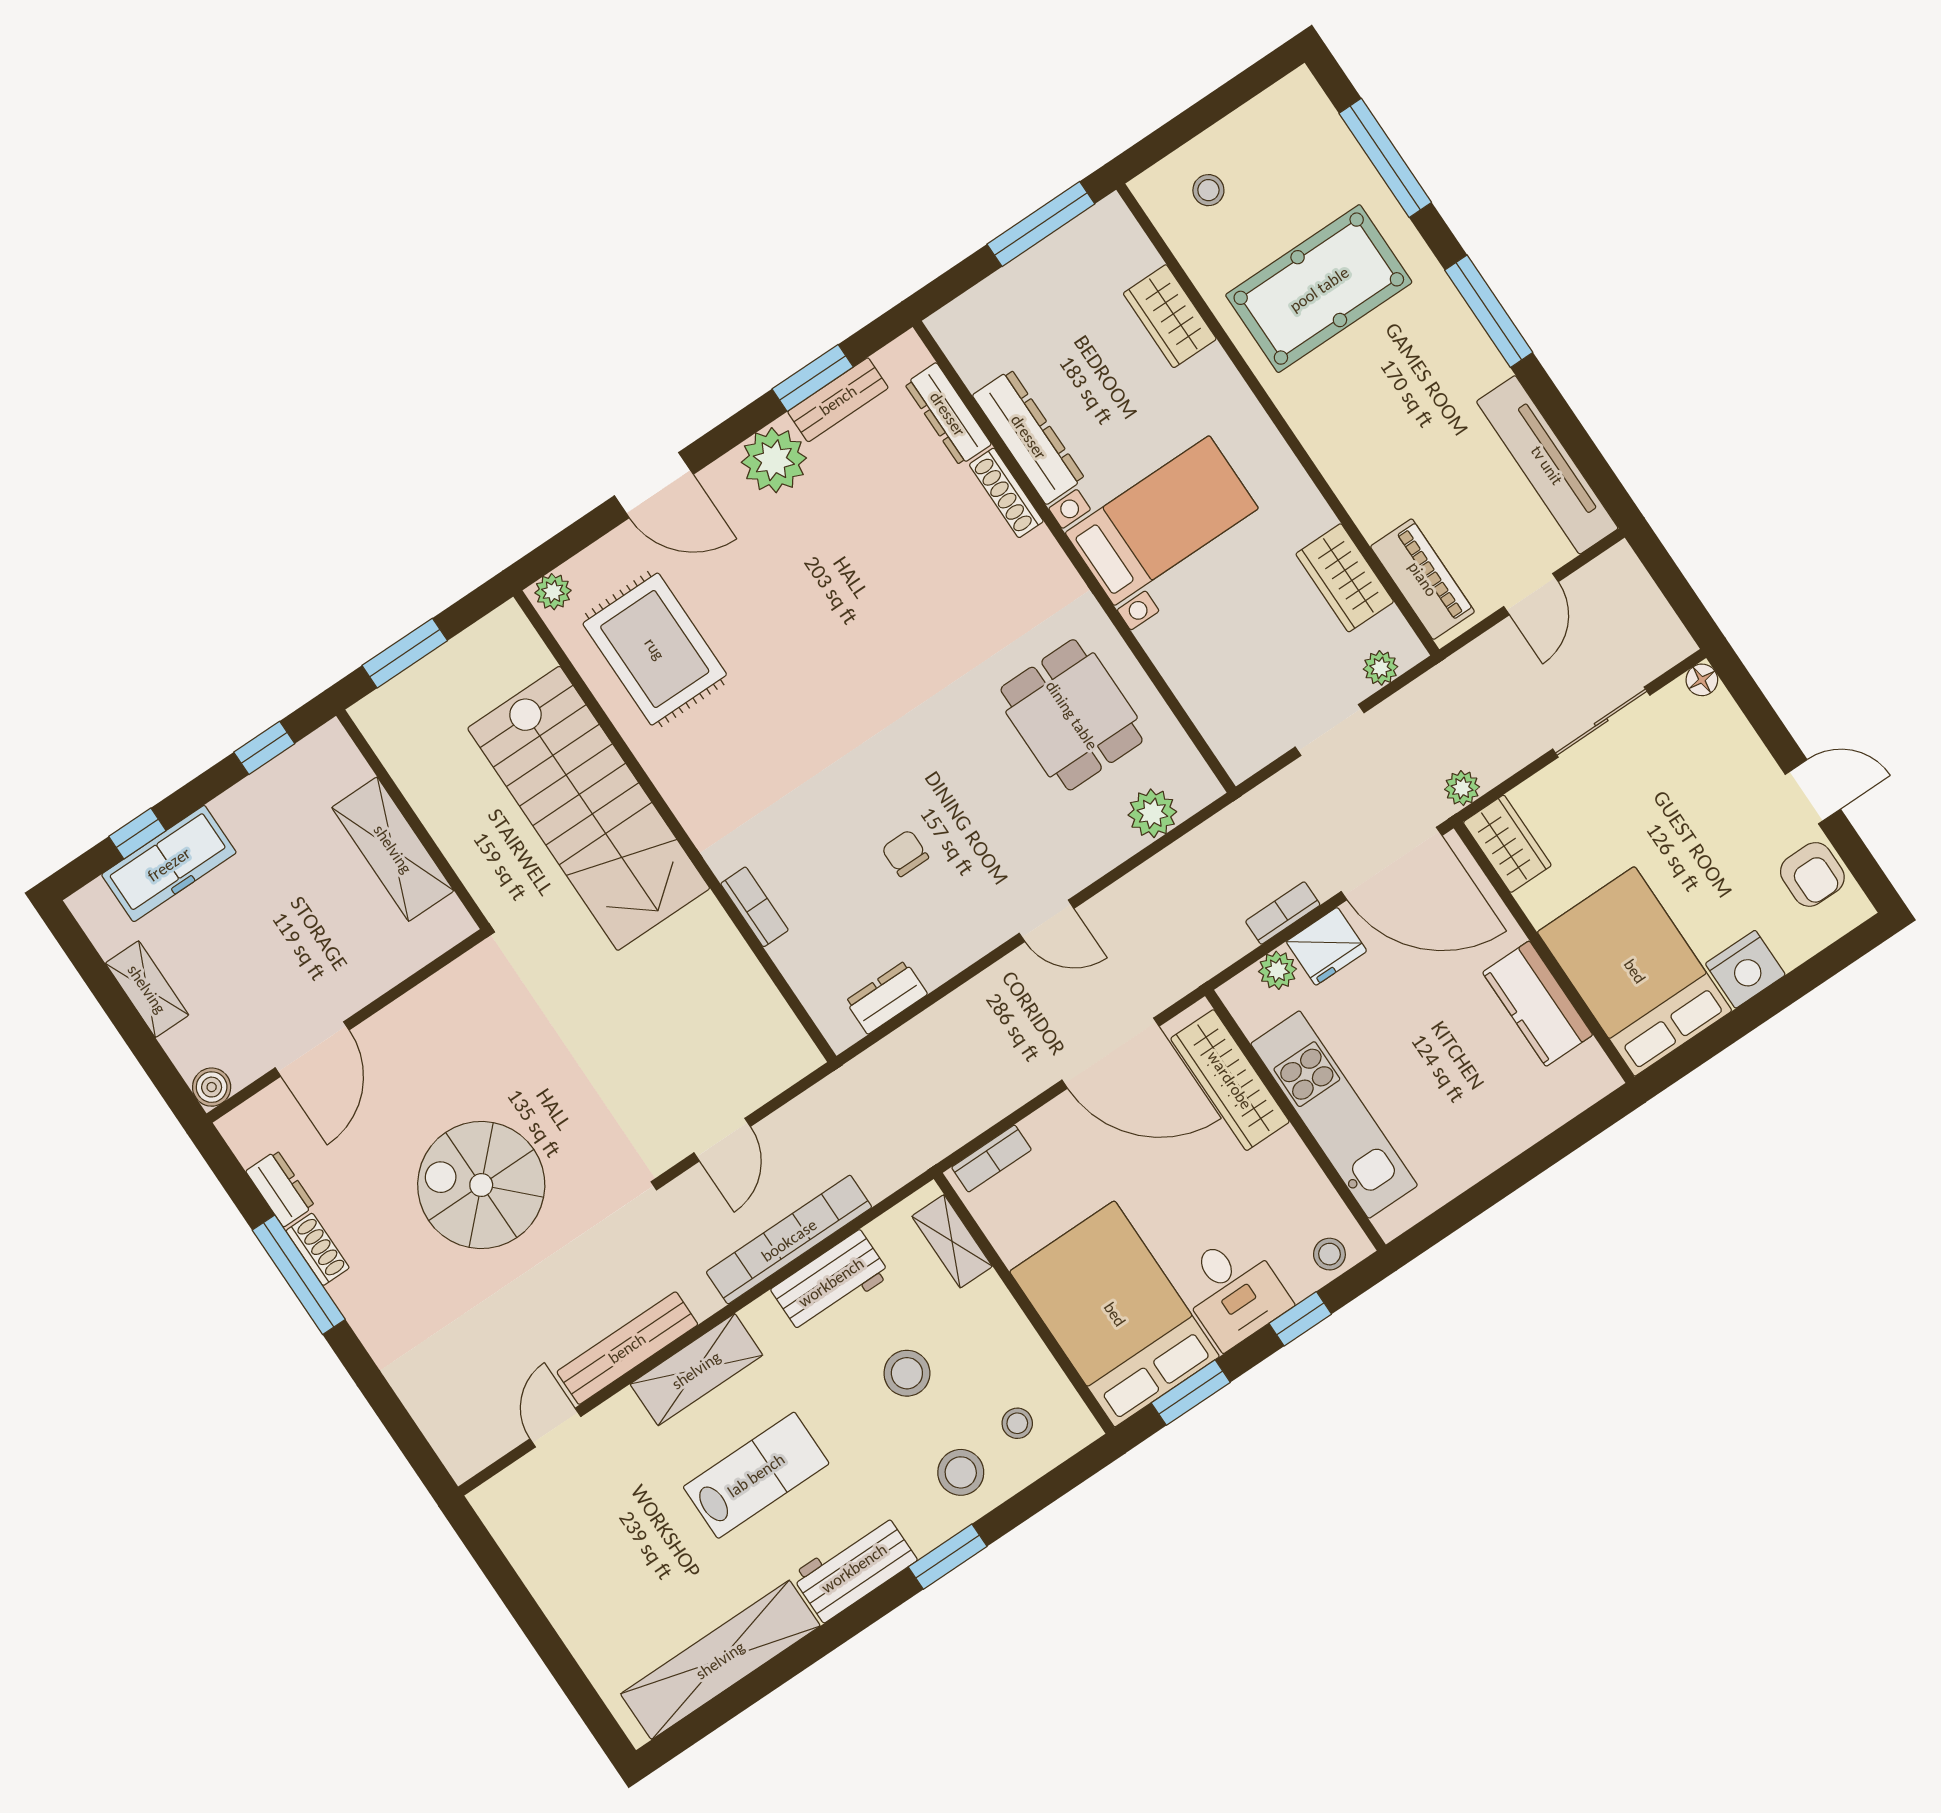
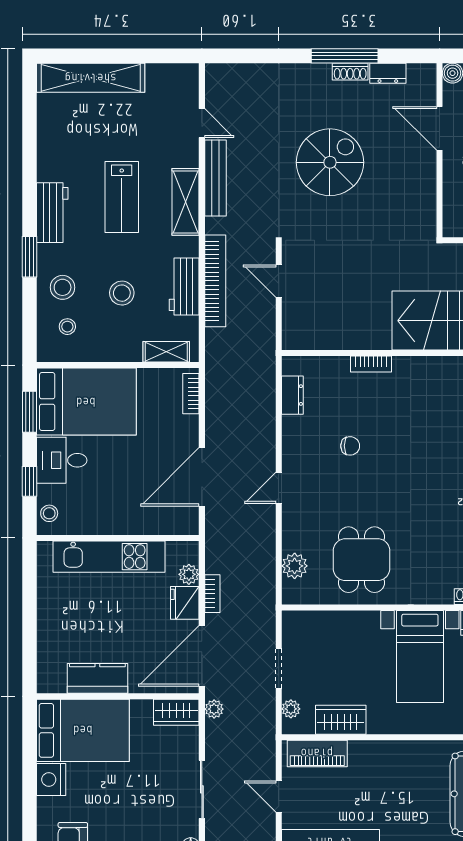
dining table: (1072, 715) -> (362, 560), turned 90
wardrobe: (1230, 1080) -> (155, 521), removed
shelving: (720, 1660) -> (91, 78), moved, turned 90

